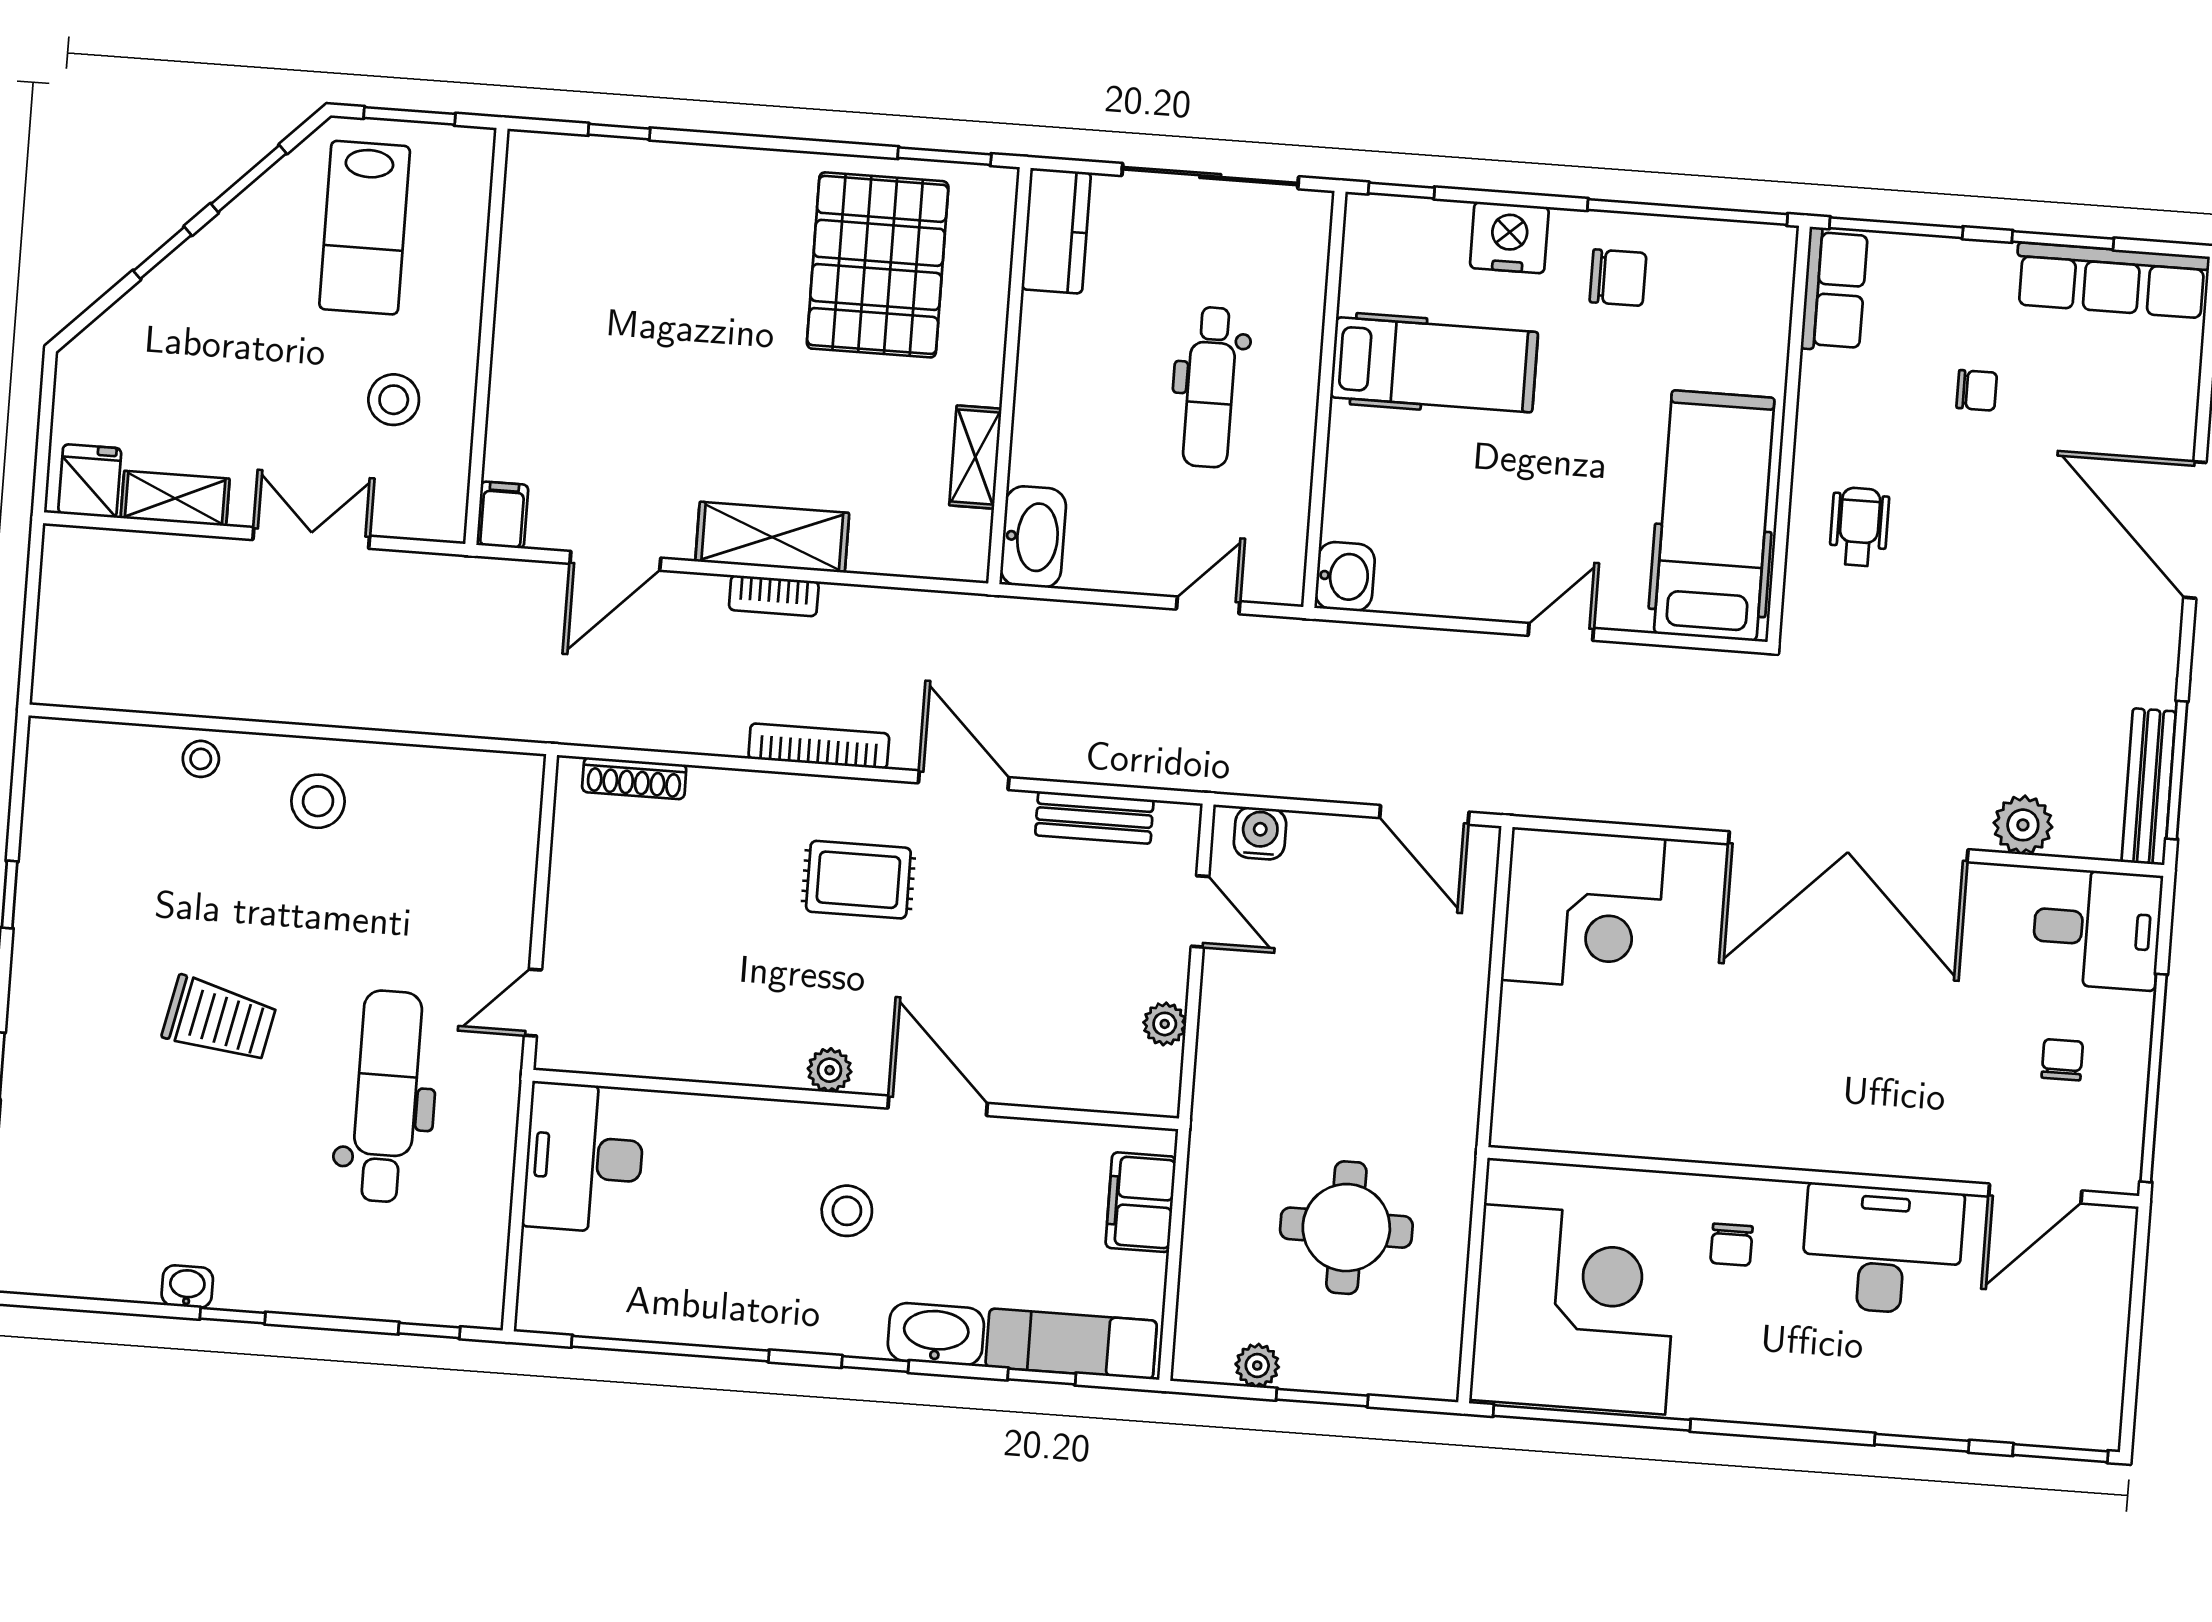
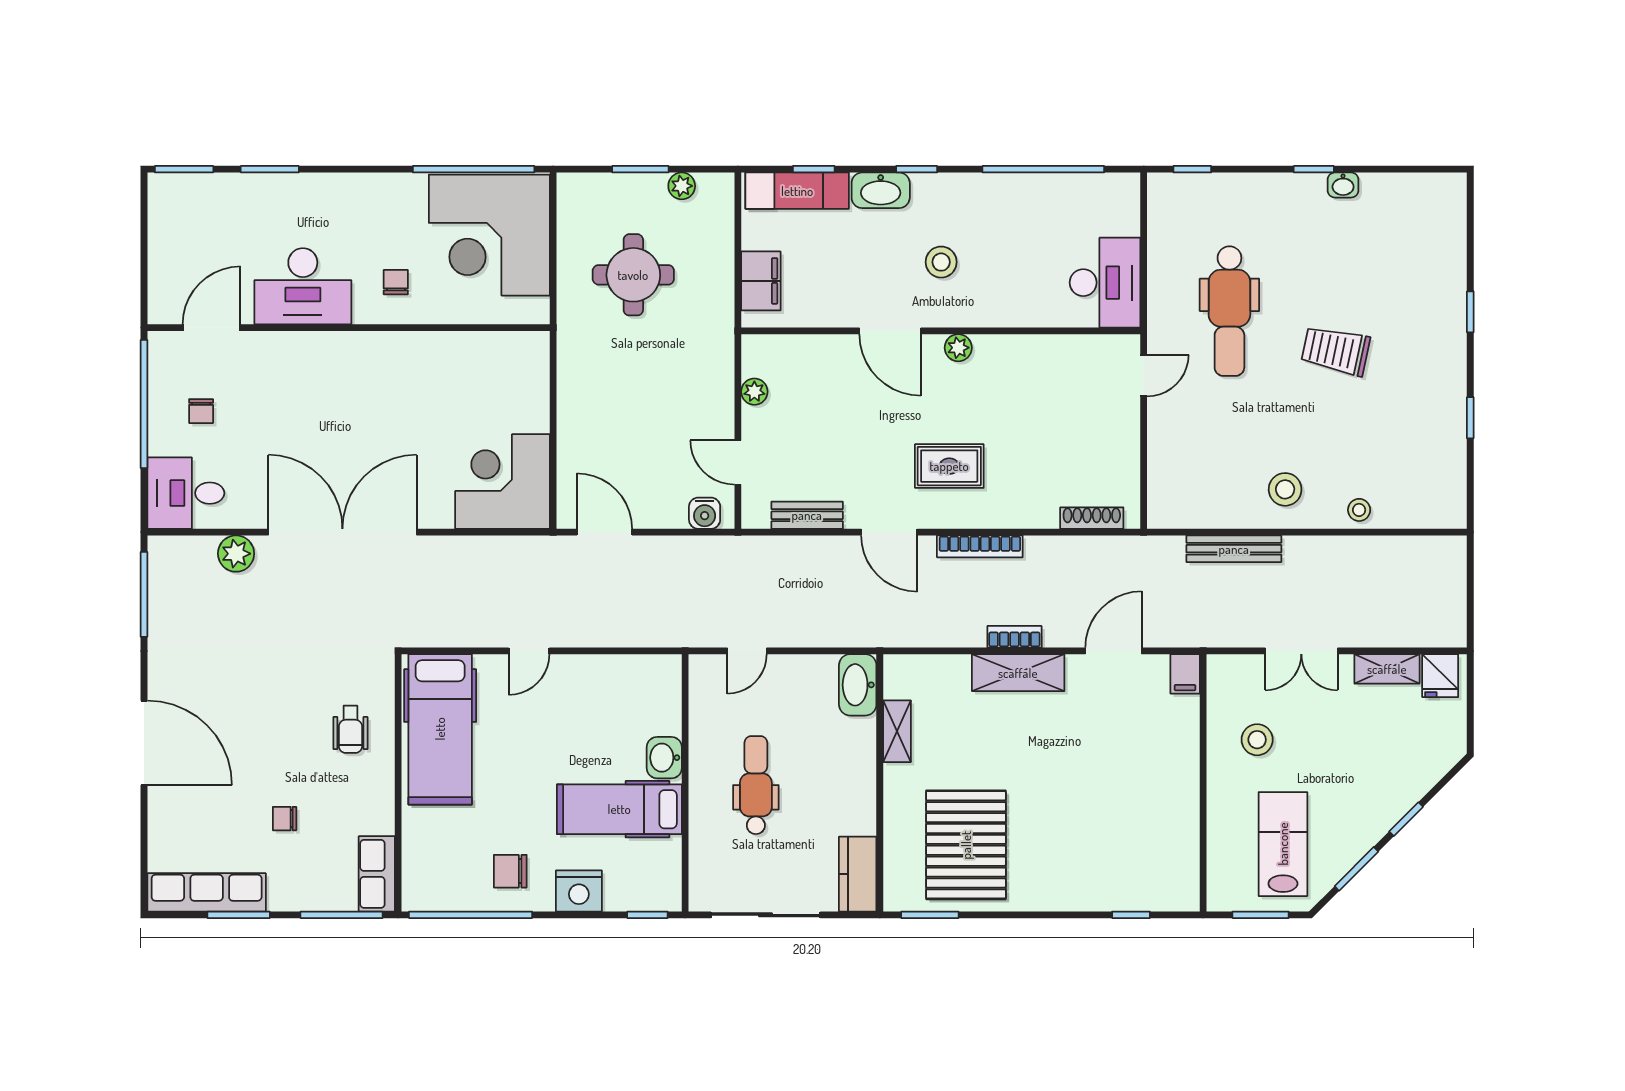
washbasin: (1345, 577) -> (664, 758), moved
bench: (2149, 787) -> (1234, 549), moved, turned 90

